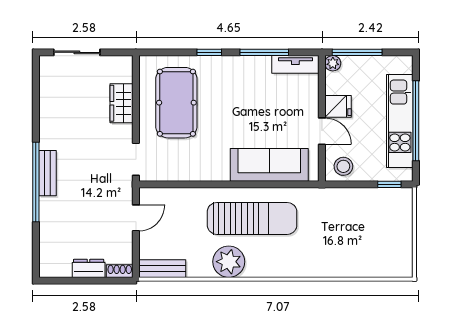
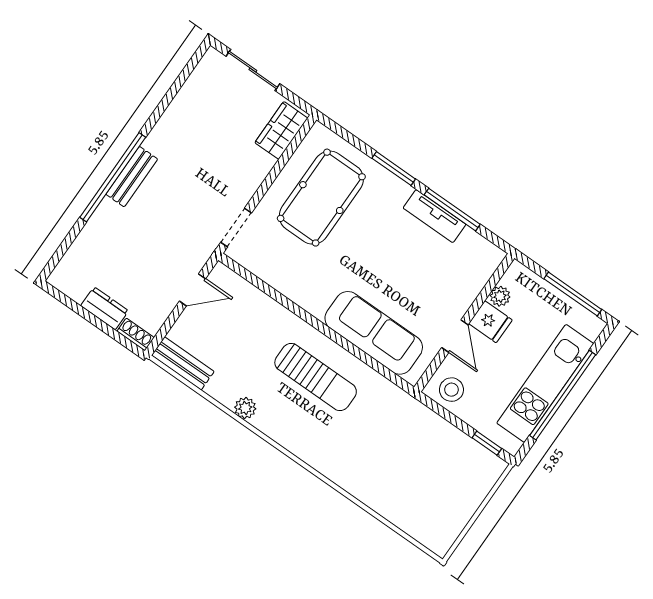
window: (209, 52) -> (394, 169), width x1.50
window: (357, 52) -> (573, 294), moved
plant: (333, 63) -> (500, 296), moved
tv unit: (295, 64) -> (434, 216), moved
wardrobe: (121, 103) -> (281, 130), moved
sun lounger: (252, 218) -> (316, 377), width x0.73, depth x0.75
plant: (229, 262) -> (245, 408), width x0.53, depth x0.53

